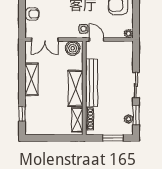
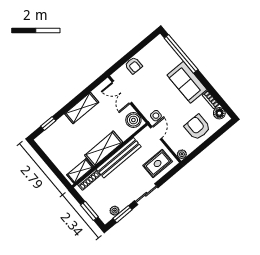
rug: (120, 57) -> (158, 164), added

